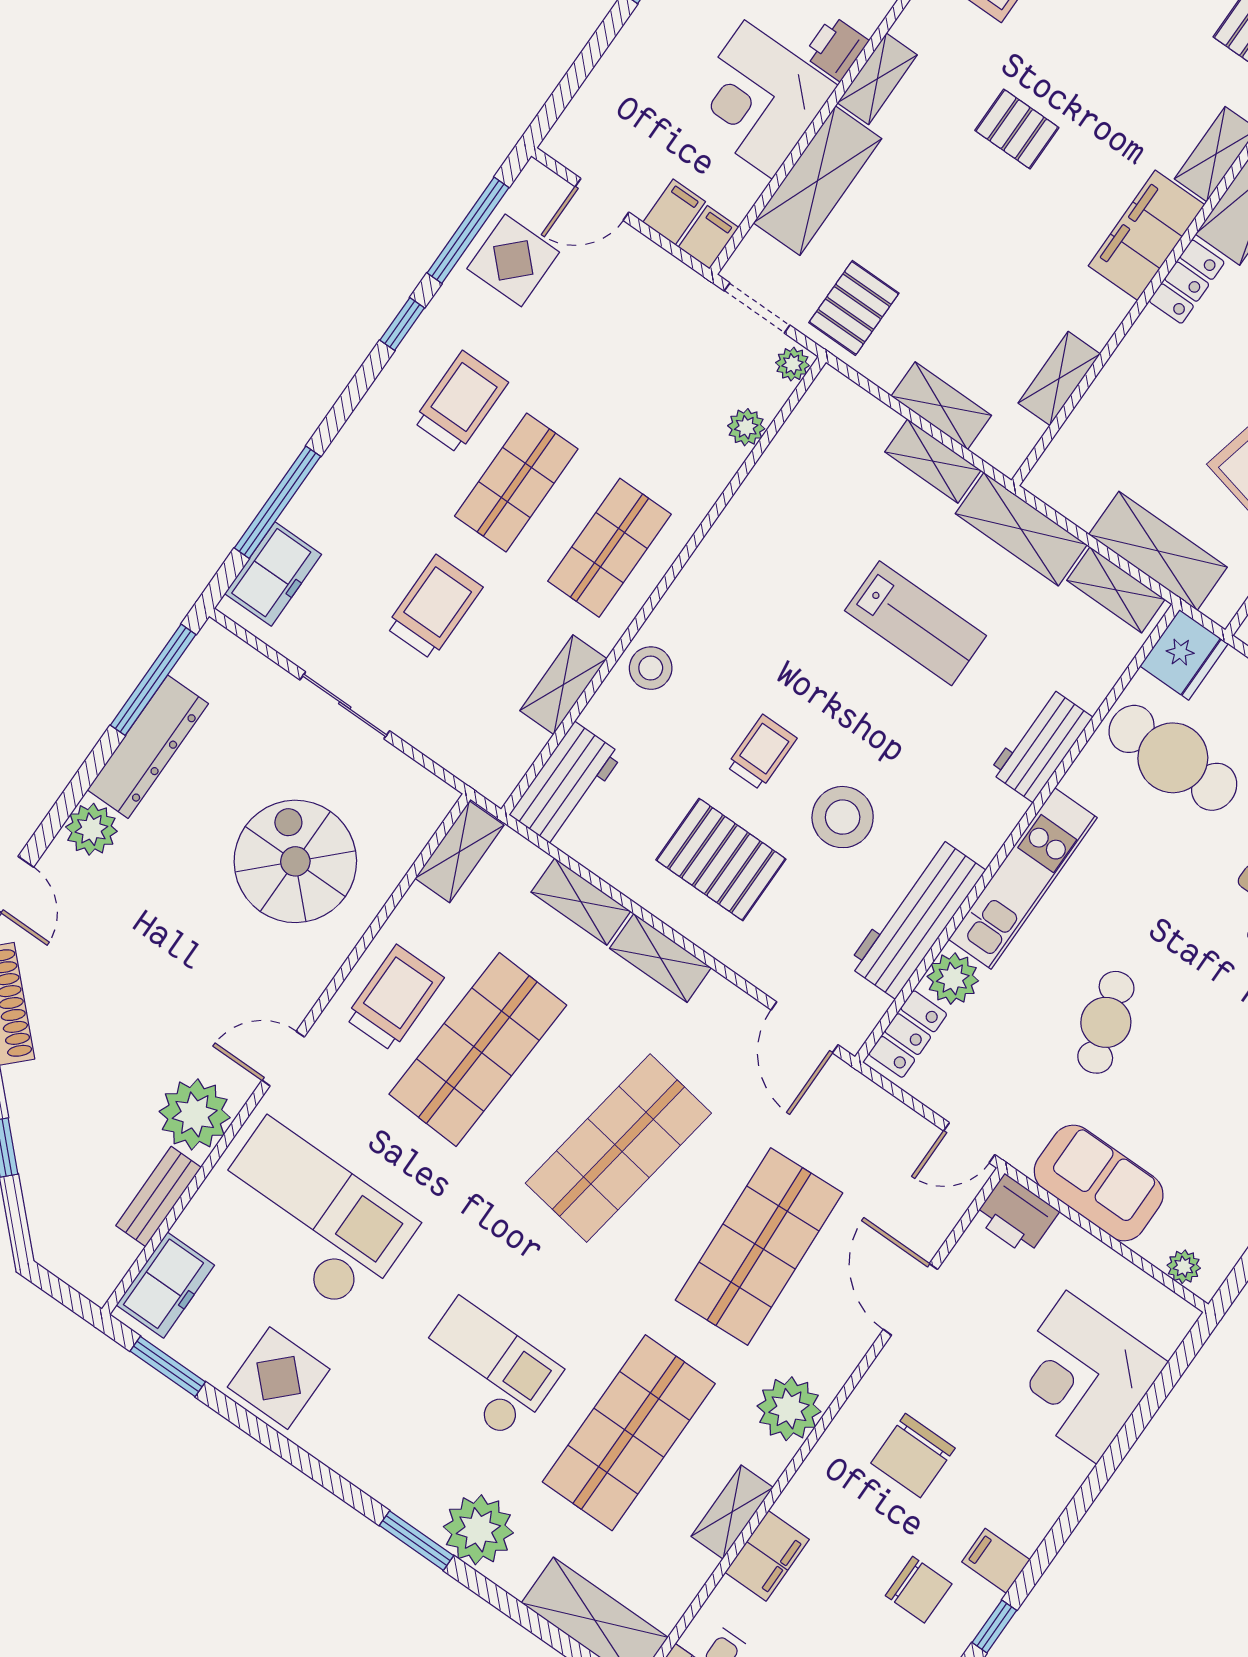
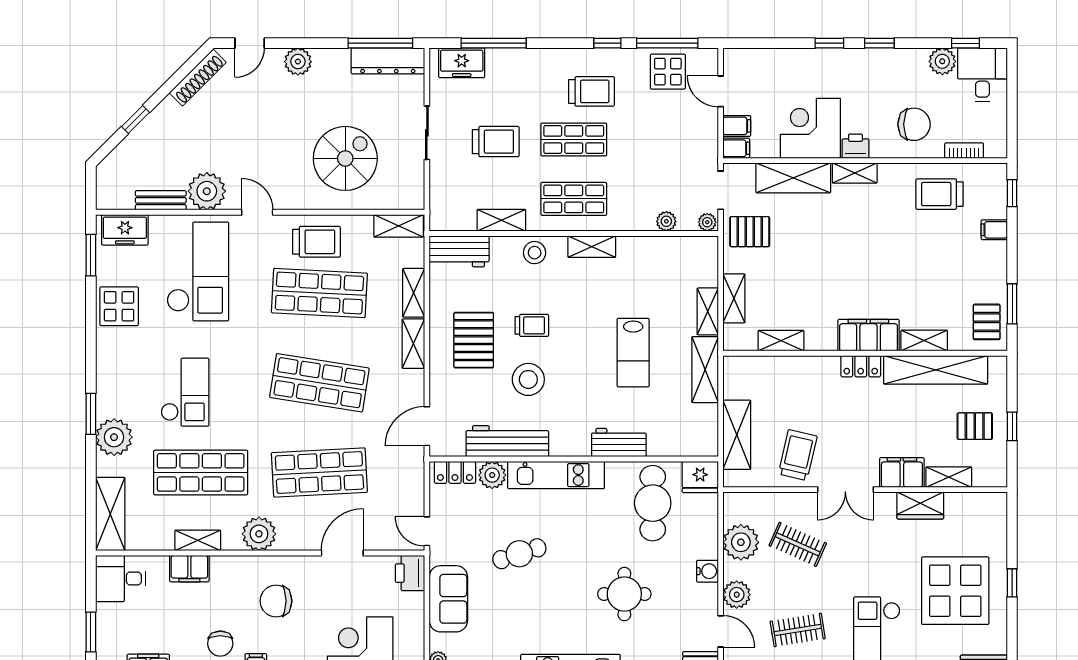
pallet: (1017, 129) -> (875, 248), removed
shelving: (1116, 590) -> (592, 247), moved, turned 90
dresser: (148, 747) -> (388, 61), moved

